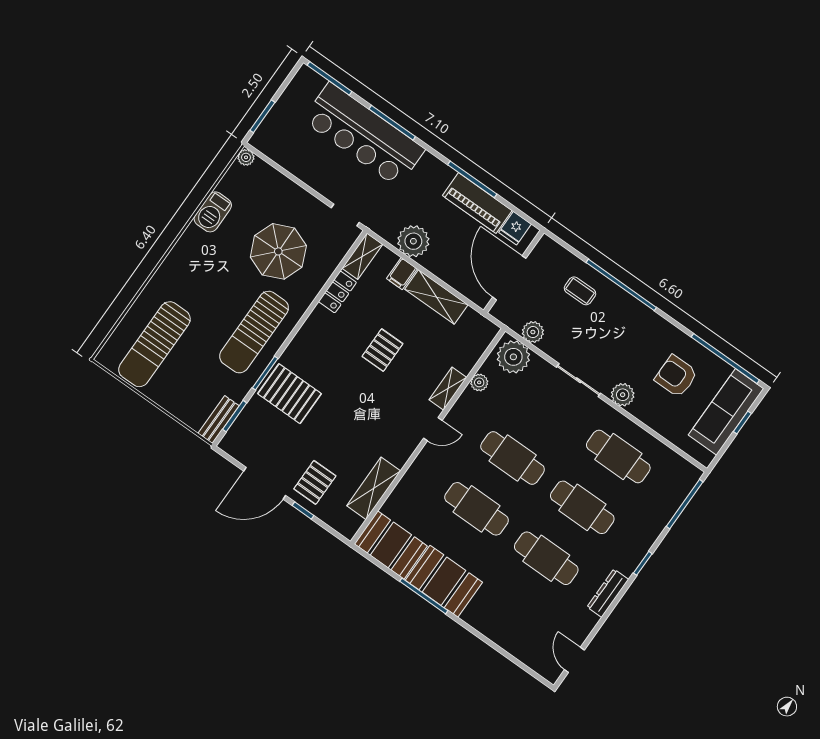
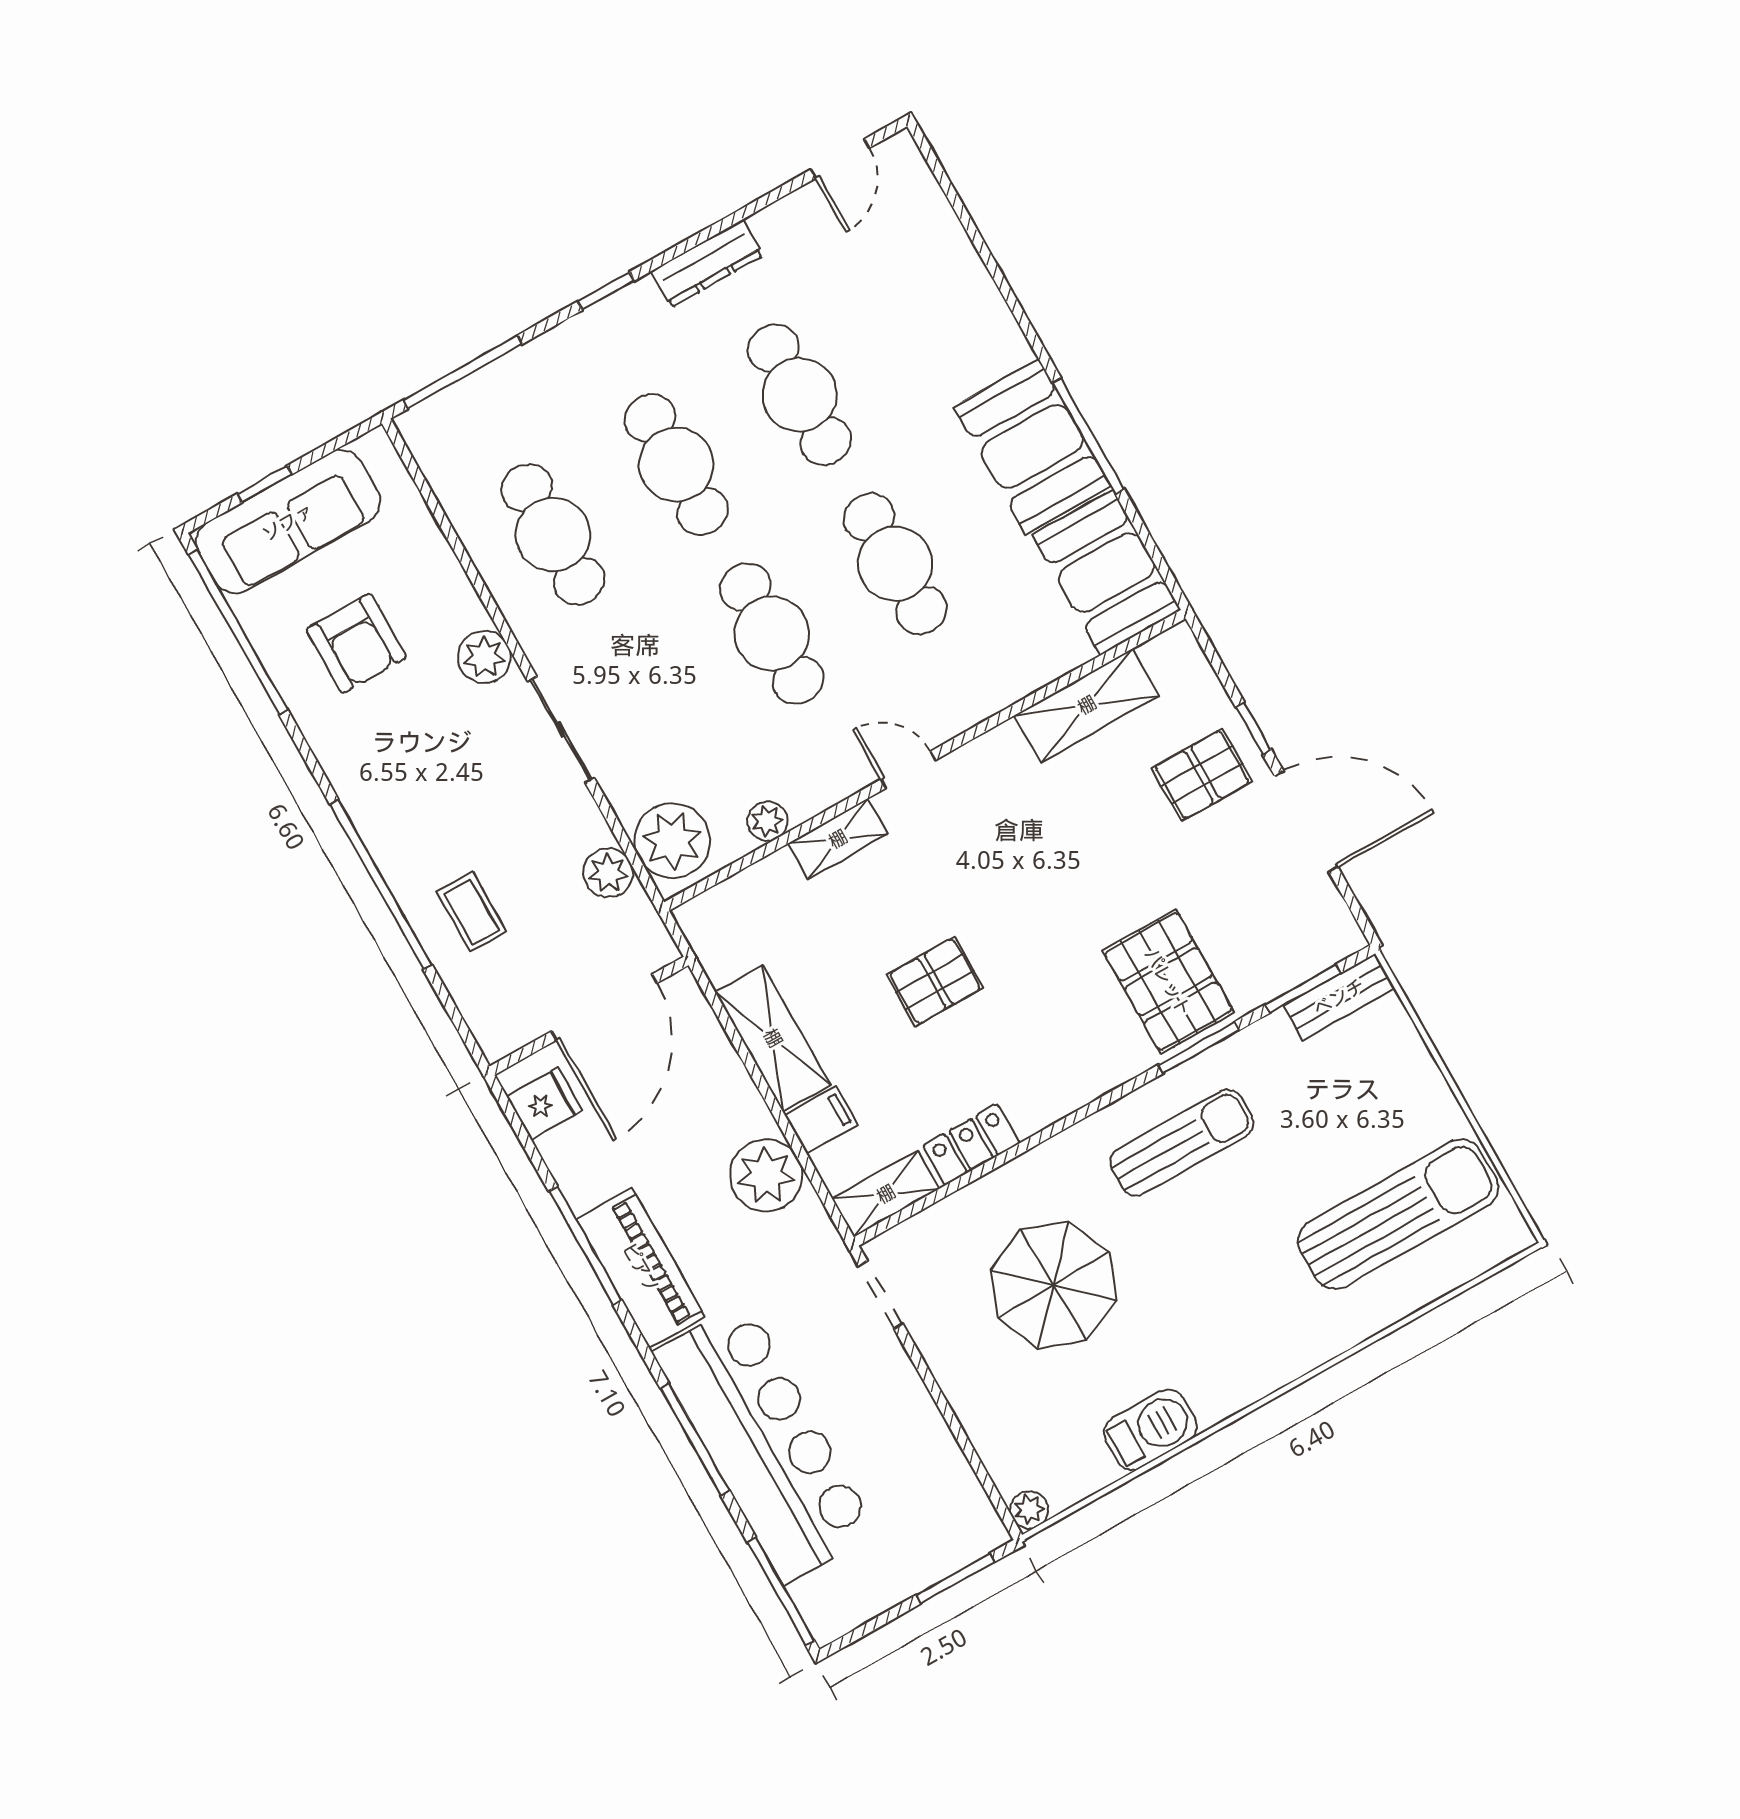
piano: (477, 203) -> (641, 1268), moved
sun lounger: (254, 332) -> (1182, 1143), width x0.73, depth x0.75

